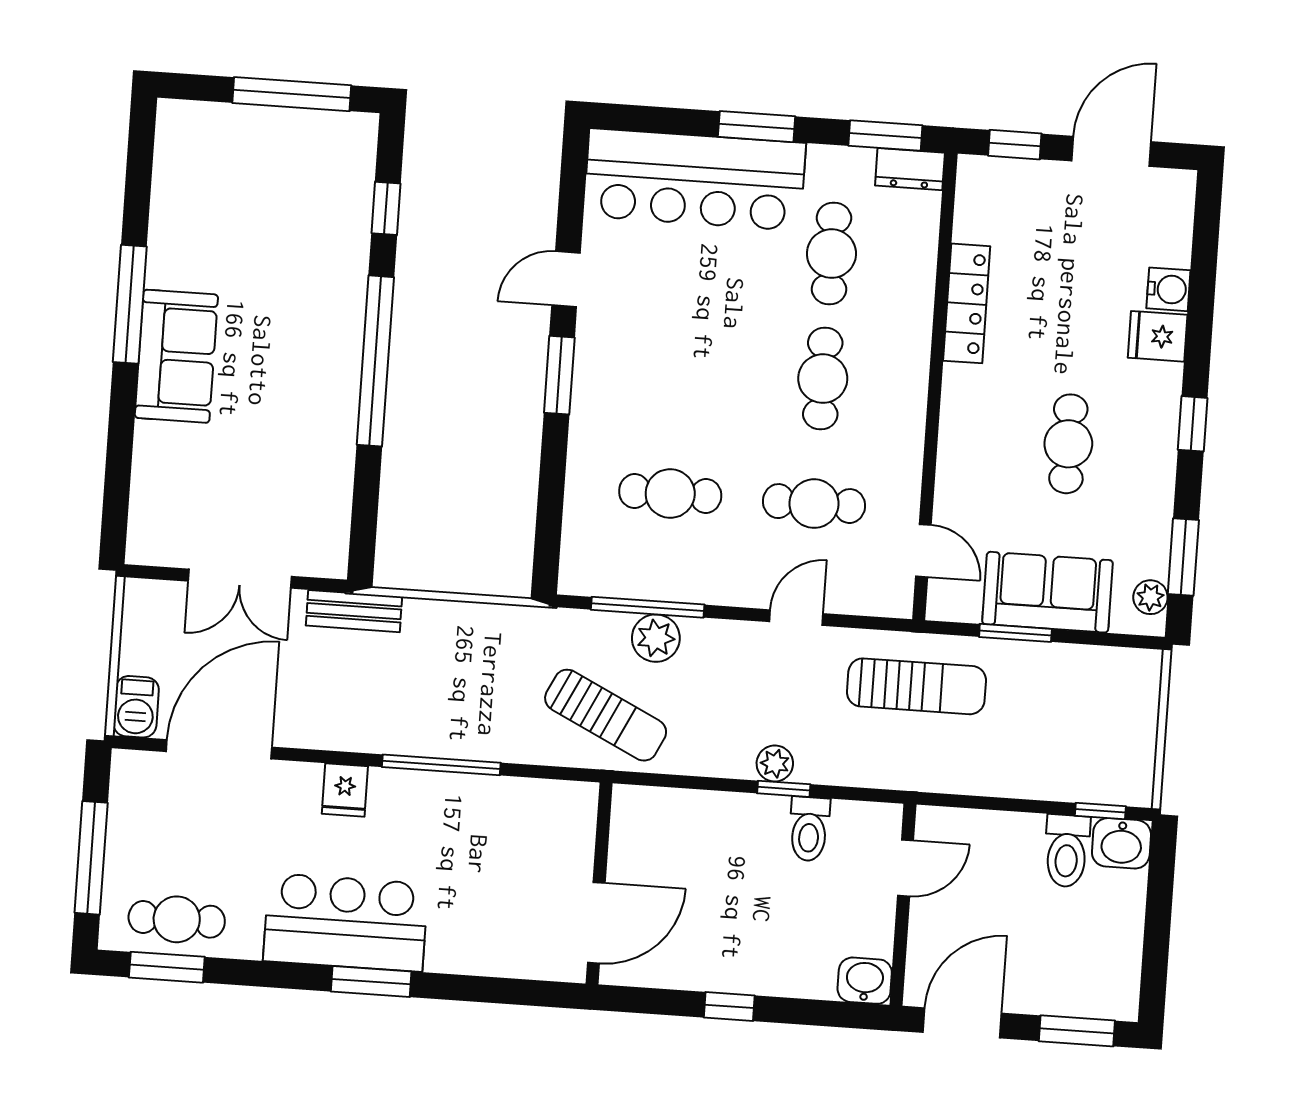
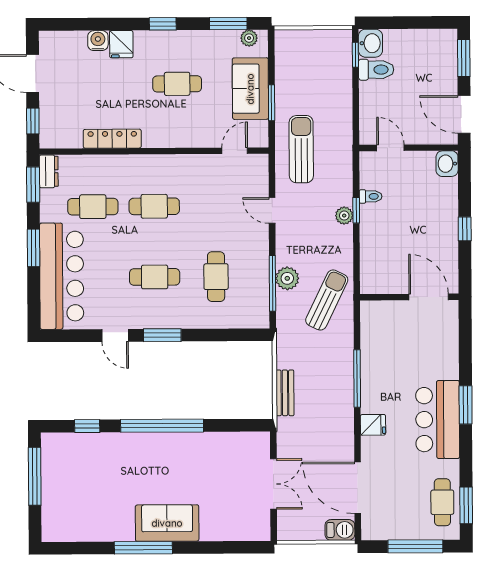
cafe table: (814, 504) -> (155, 277), moved, turned 90
bench: (354, 611) -> (285, 393), moved
toilet: (809, 829) -> (371, 196), width x0.73, depth x0.72

